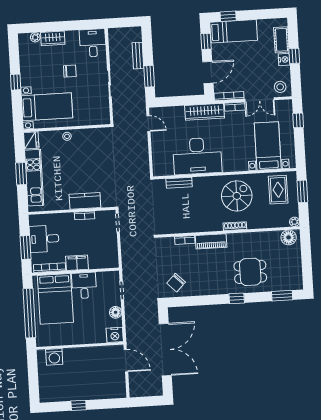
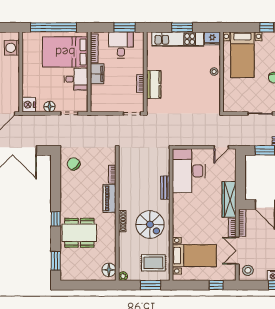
desk: (197, 156) -> (189, 171), moved
bench: (179, 183) -> (165, 188), moved
window: (25, 248) -> (125, 27), moved
dining table: (250, 272) -> (79, 233), width x1.38

